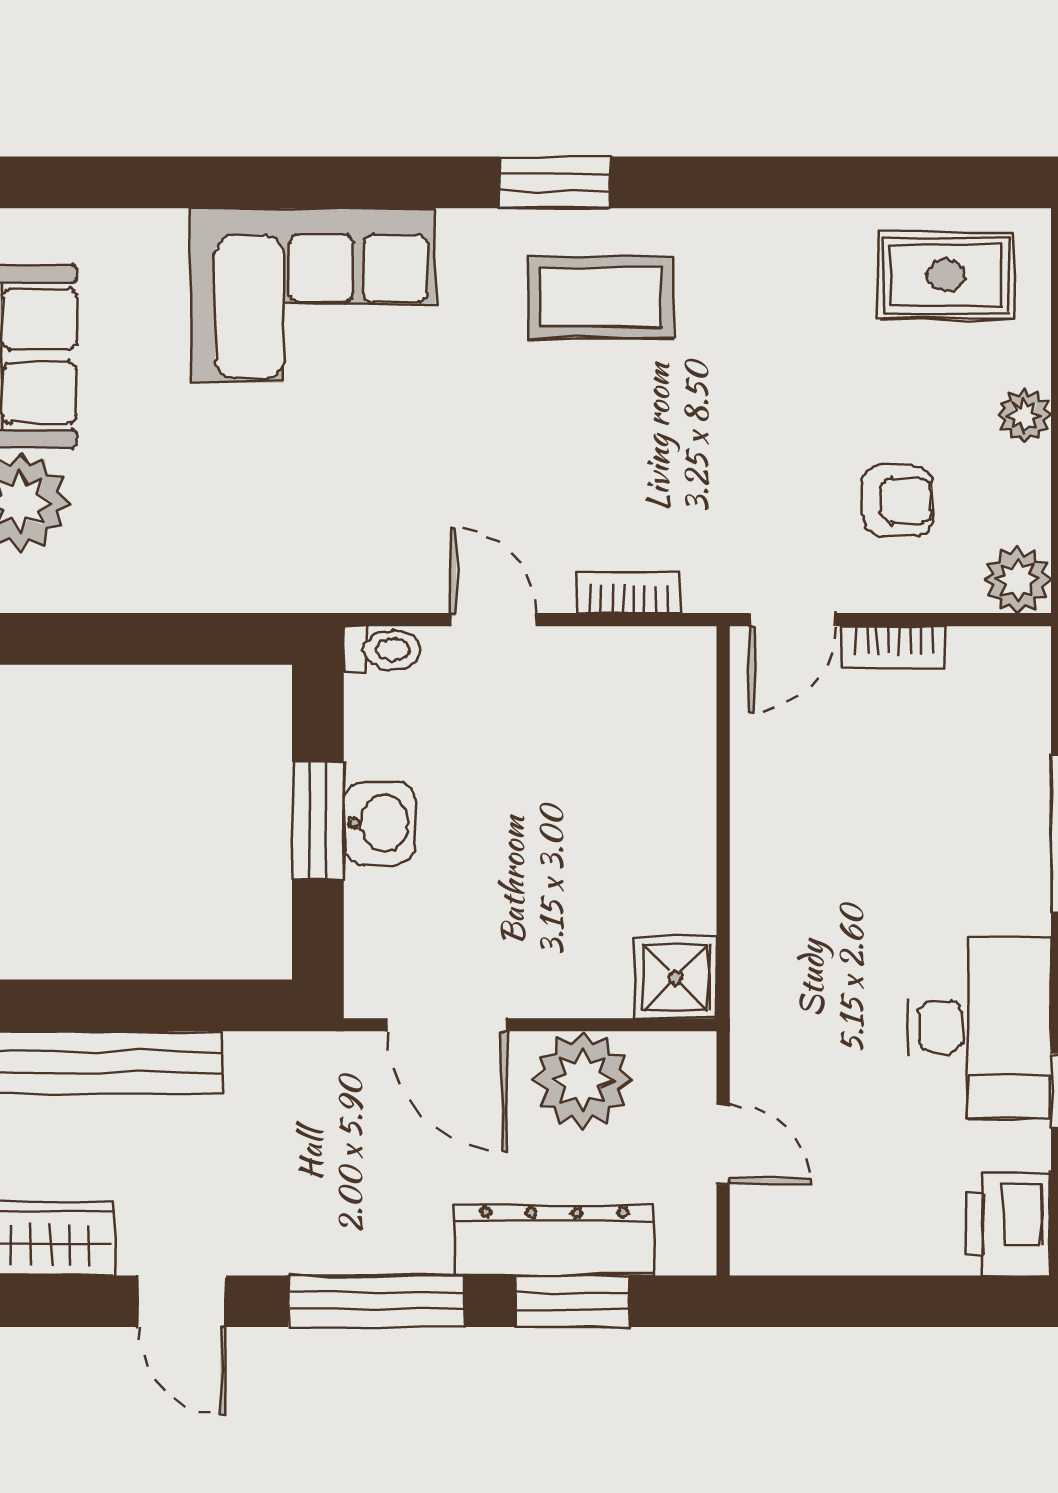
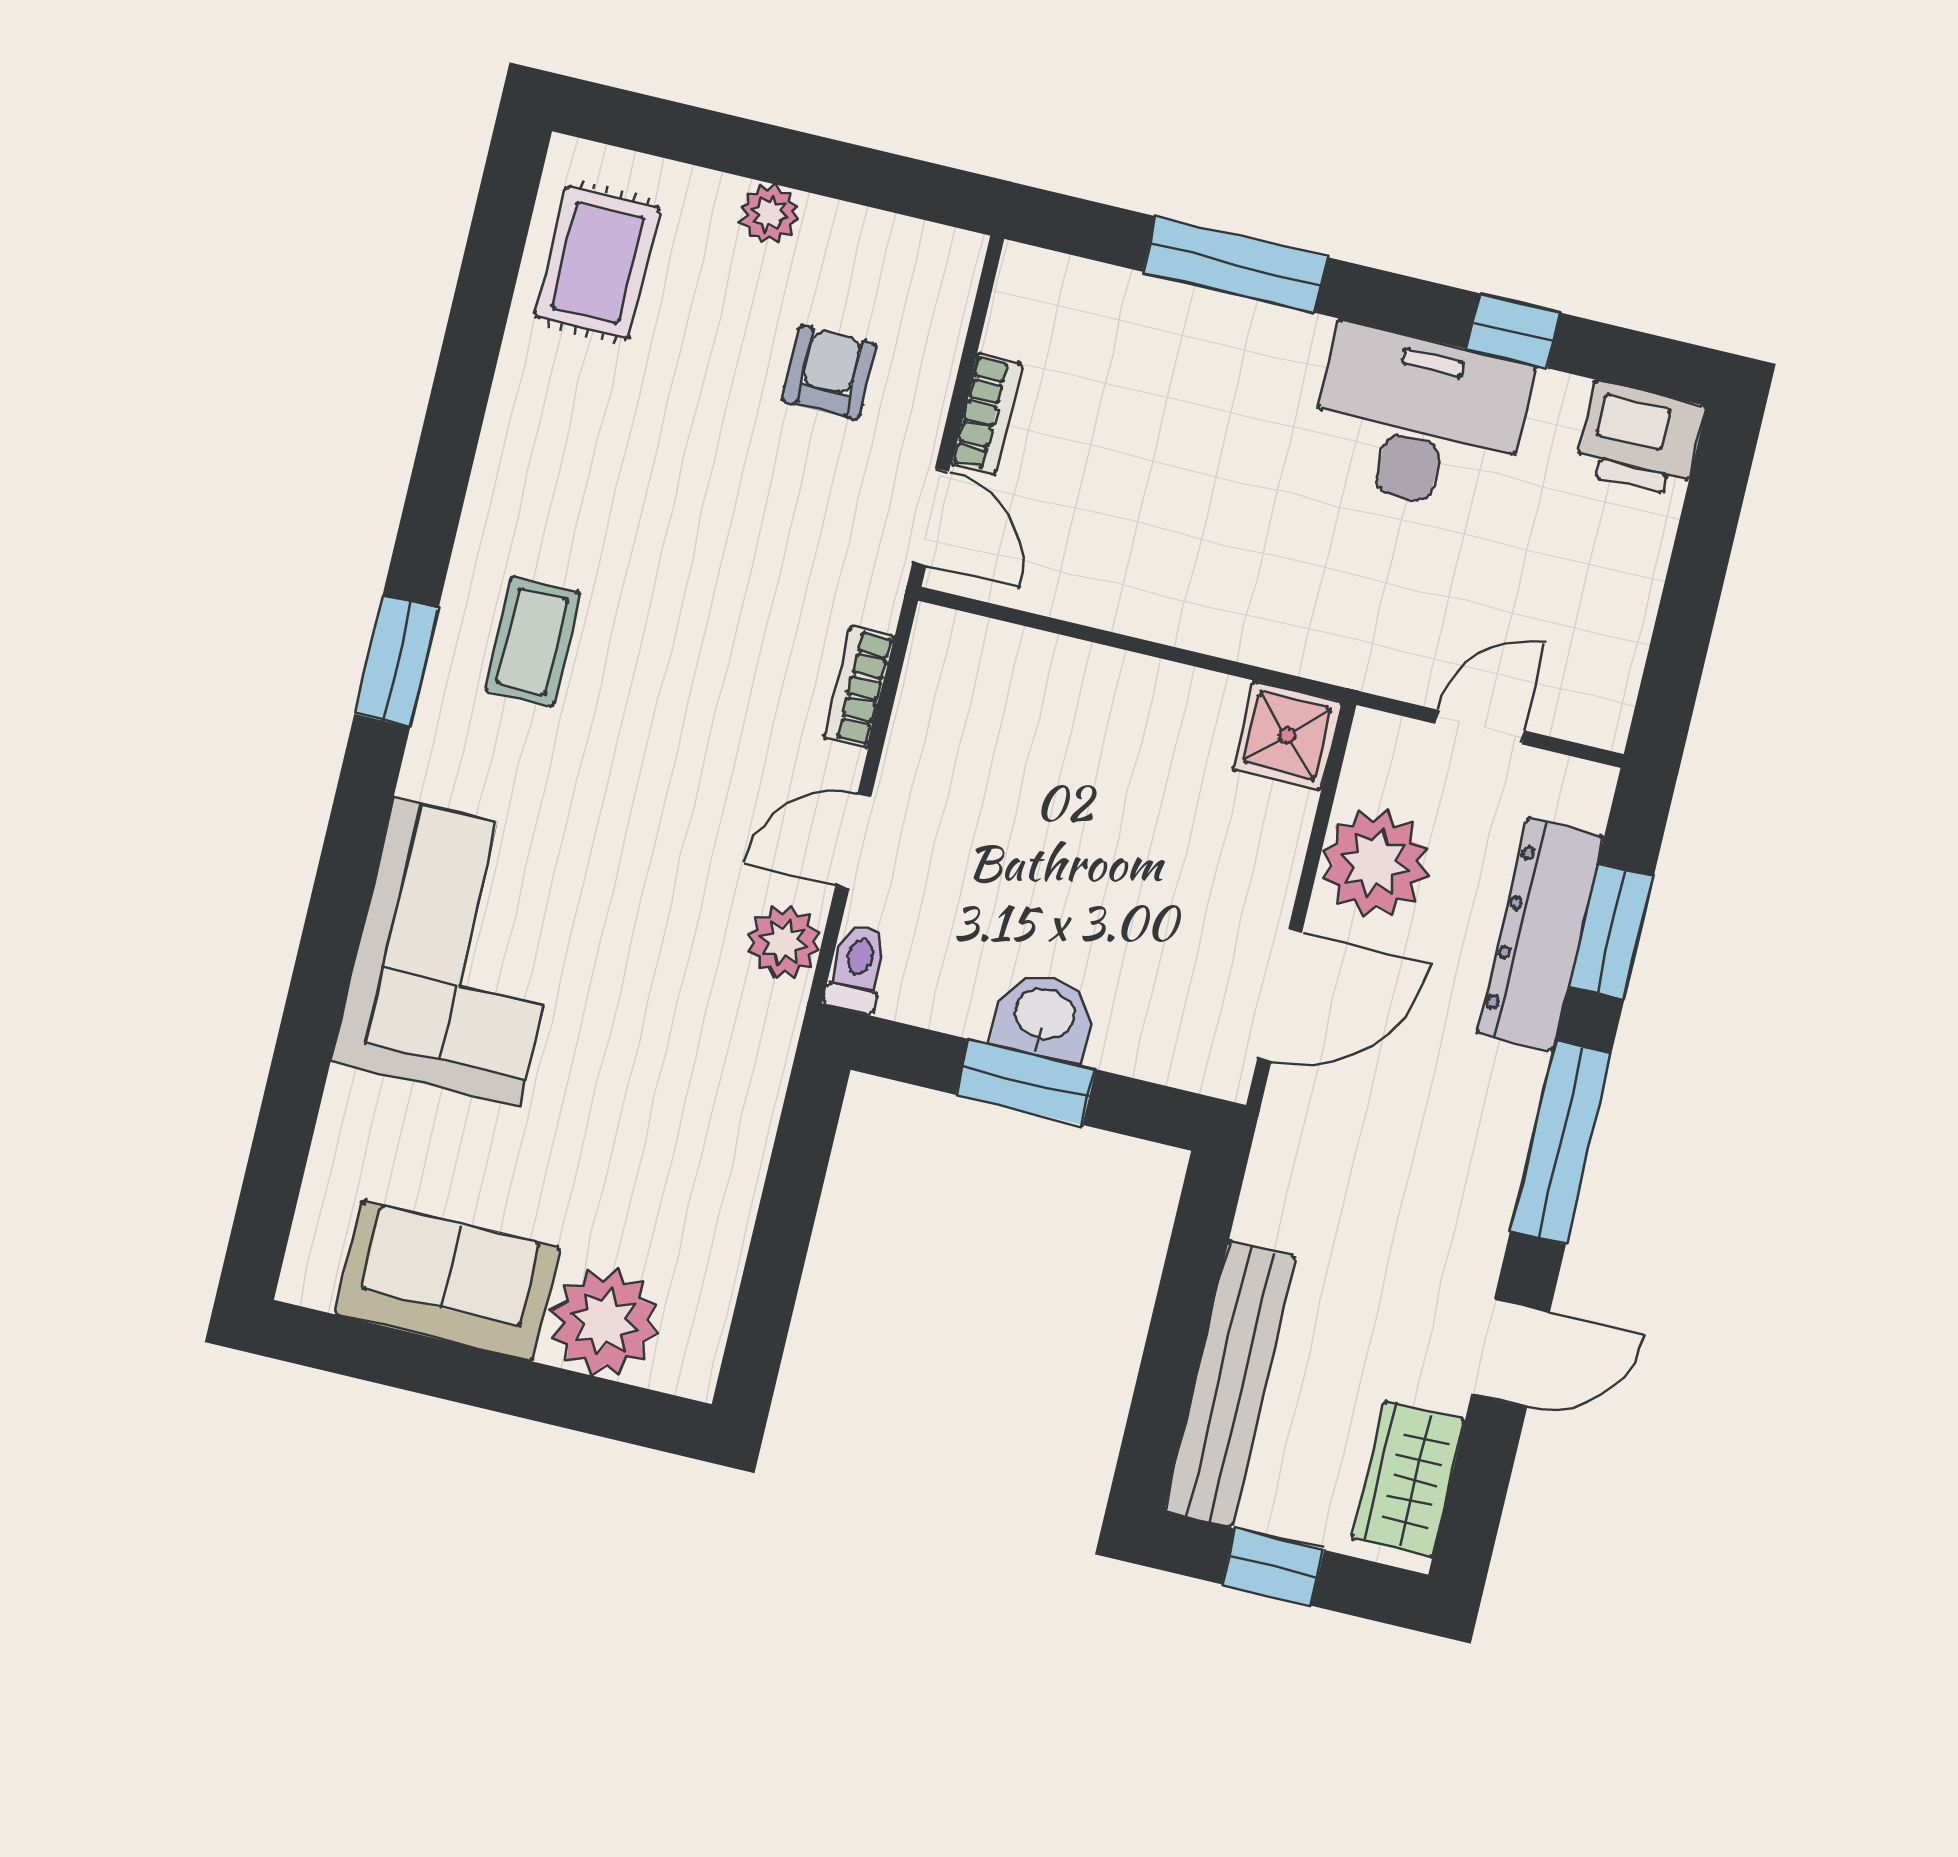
coffee table: (601, 297) -> (533, 641), width x0.73, depth x0.77
plant: (1017, 579) -> (784, 942), moved

